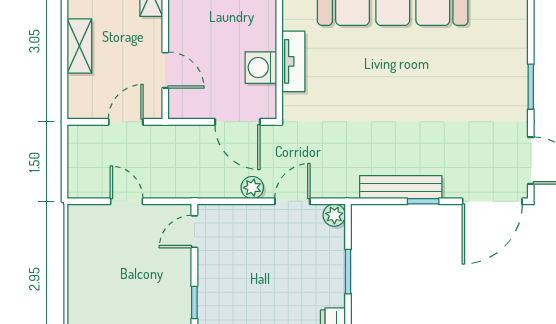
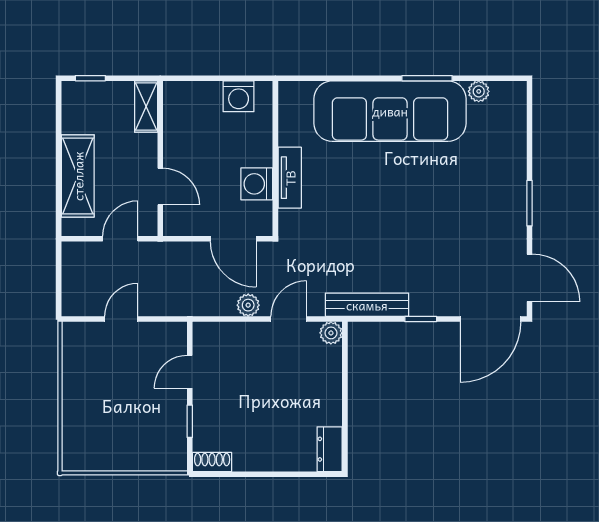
shelving: (79, 46) -> (78, 176), width x1.50, depth x1.33
bench: (401, 187) -> (367, 305), moved
door: (127, 201) -> (121, 319), hinge flipped
door: (194, 232) -> (190, 372), moved
window: (348, 272) -> (345, 390), removed

